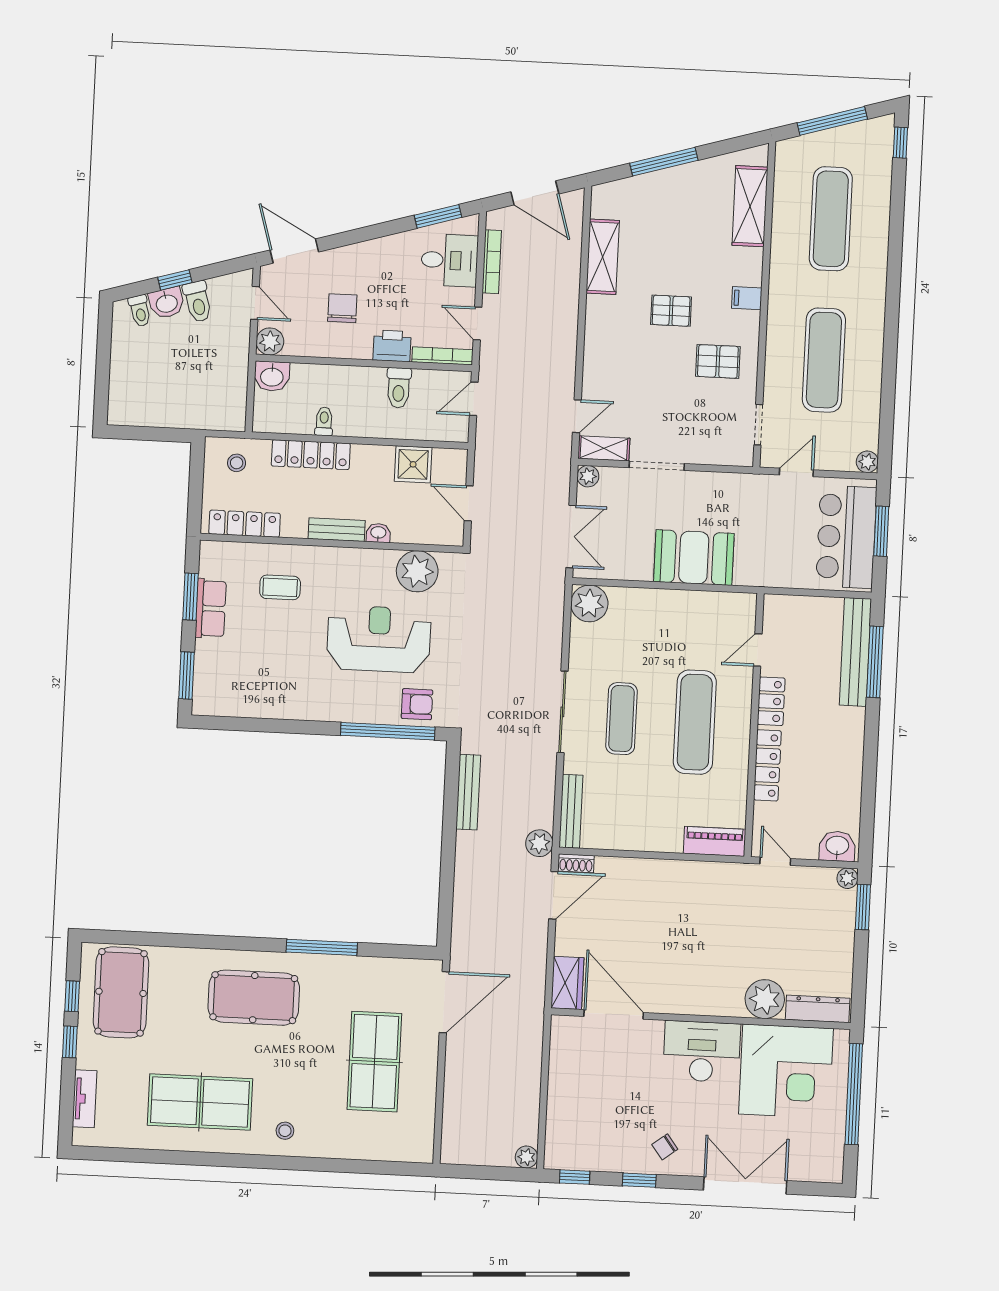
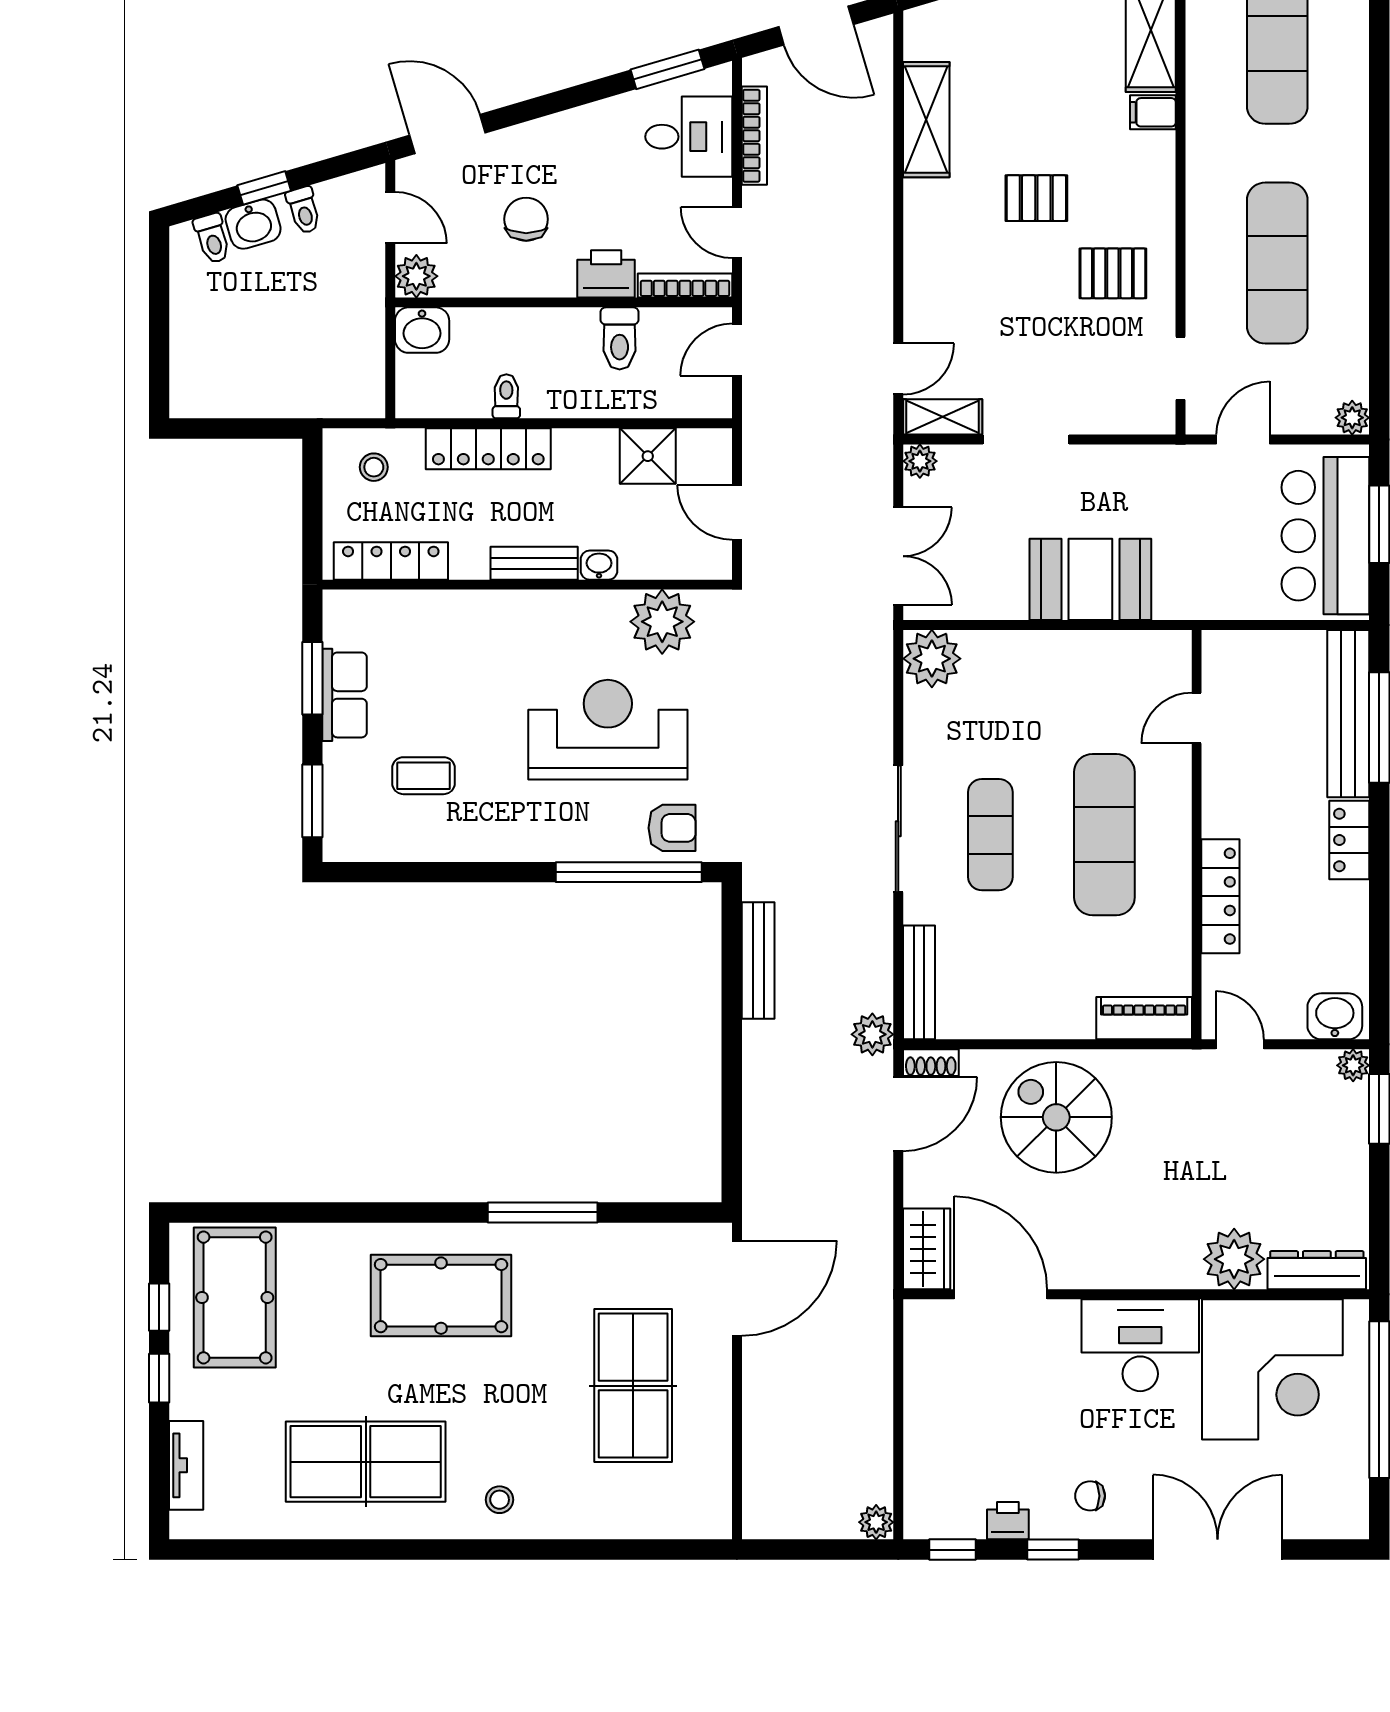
filing cabinet: (747, 298) -> (1153, 112), moved
toilet: (198, 302) -> (304, 210), width x0.73, depth x0.72
coffee table: (280, 587) -> (423, 776), moved
locker: (771, 701) -> (1349, 840), moved, turned 180
spiral stairs: (655, 902) -> (1056, 1117), added
chair: (665, 1147) -> (1090, 1496), turned 37
printer: (611, 1160) -> (1008, 1521), added

